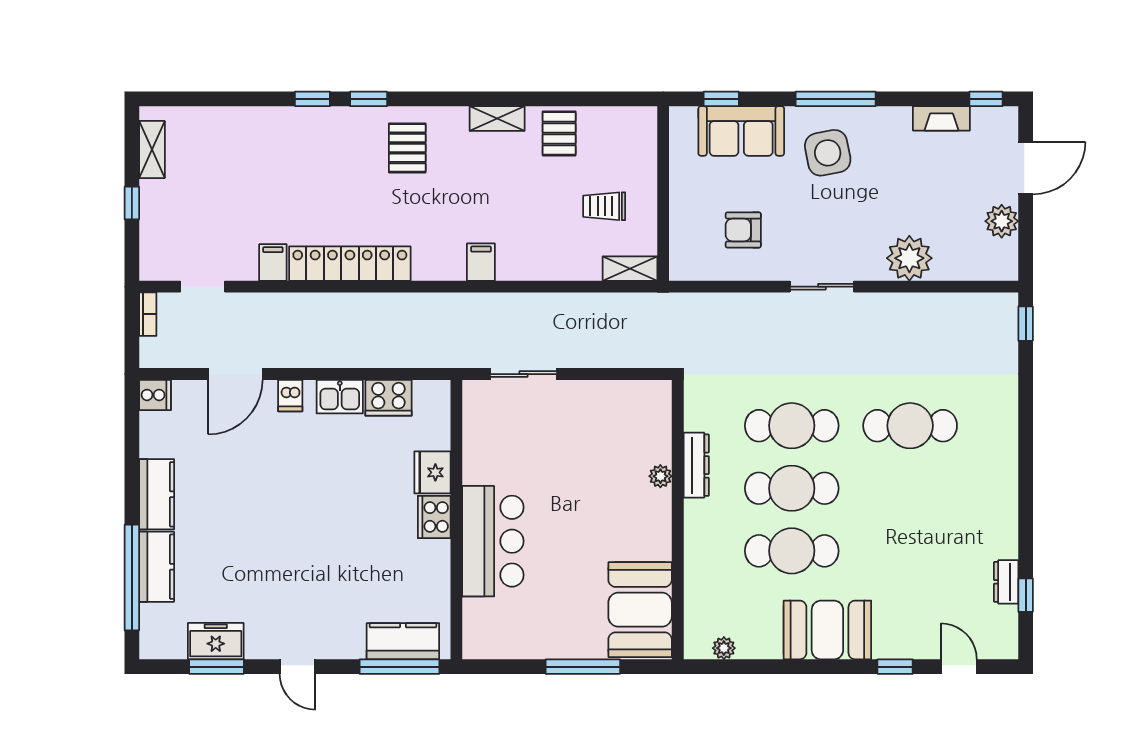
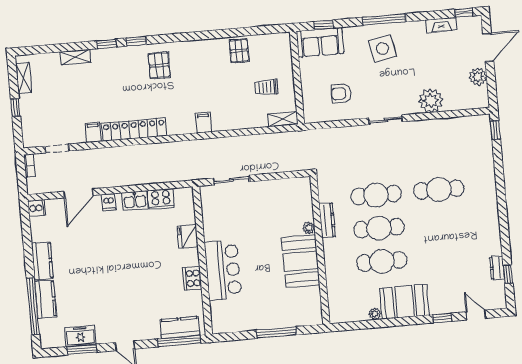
shelving: (497, 119) -> (76, 57), moved
sofa: (741, 131) -> (320, 42), moved
cooker: (434, 517) -> (192, 278), moved
booth: (640, 610) -> (301, 261), moved
plant: (724, 648) -> (375, 314), moved

